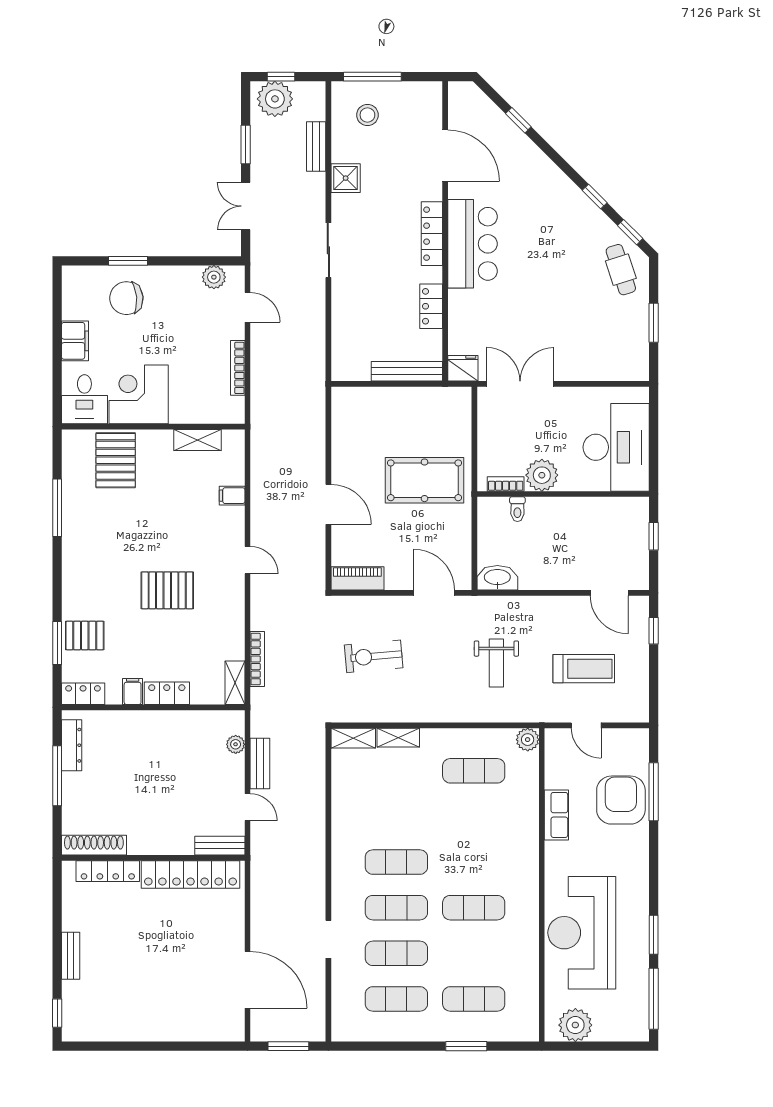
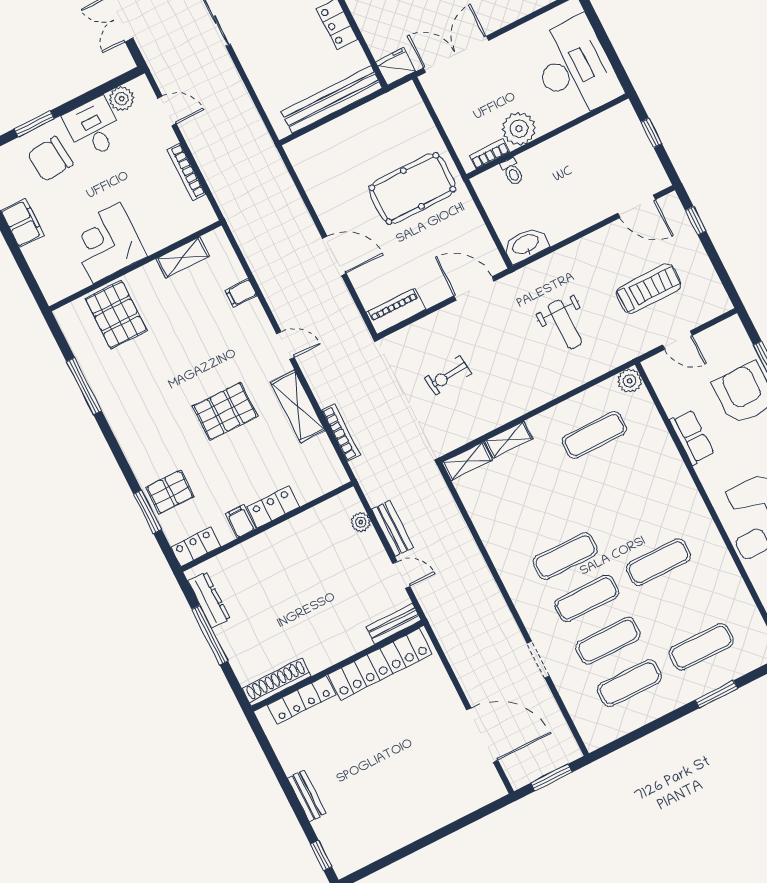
bench: (407, 371) -> (332, 100), width x1.37, depth x1.21
desk: (84, 399) -> (94, 128), moved, turned 180
exercise bike: (374, 656) -> (448, 376), width x0.73, depth x0.72
shelving: (235, 683) -> (298, 406), moved, width x1.50, depth x1.33

